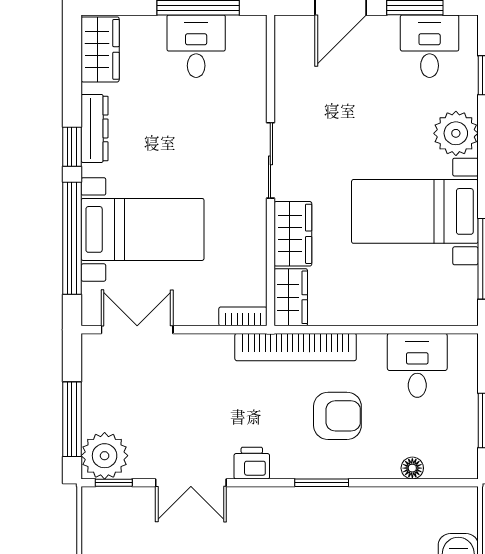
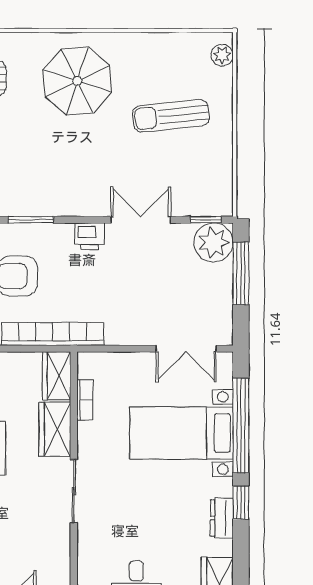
dresser: (95, 128) -> (222, 518), width x0.70
bookcase: (243, 316) -> (85, 400), moved, turned -90

